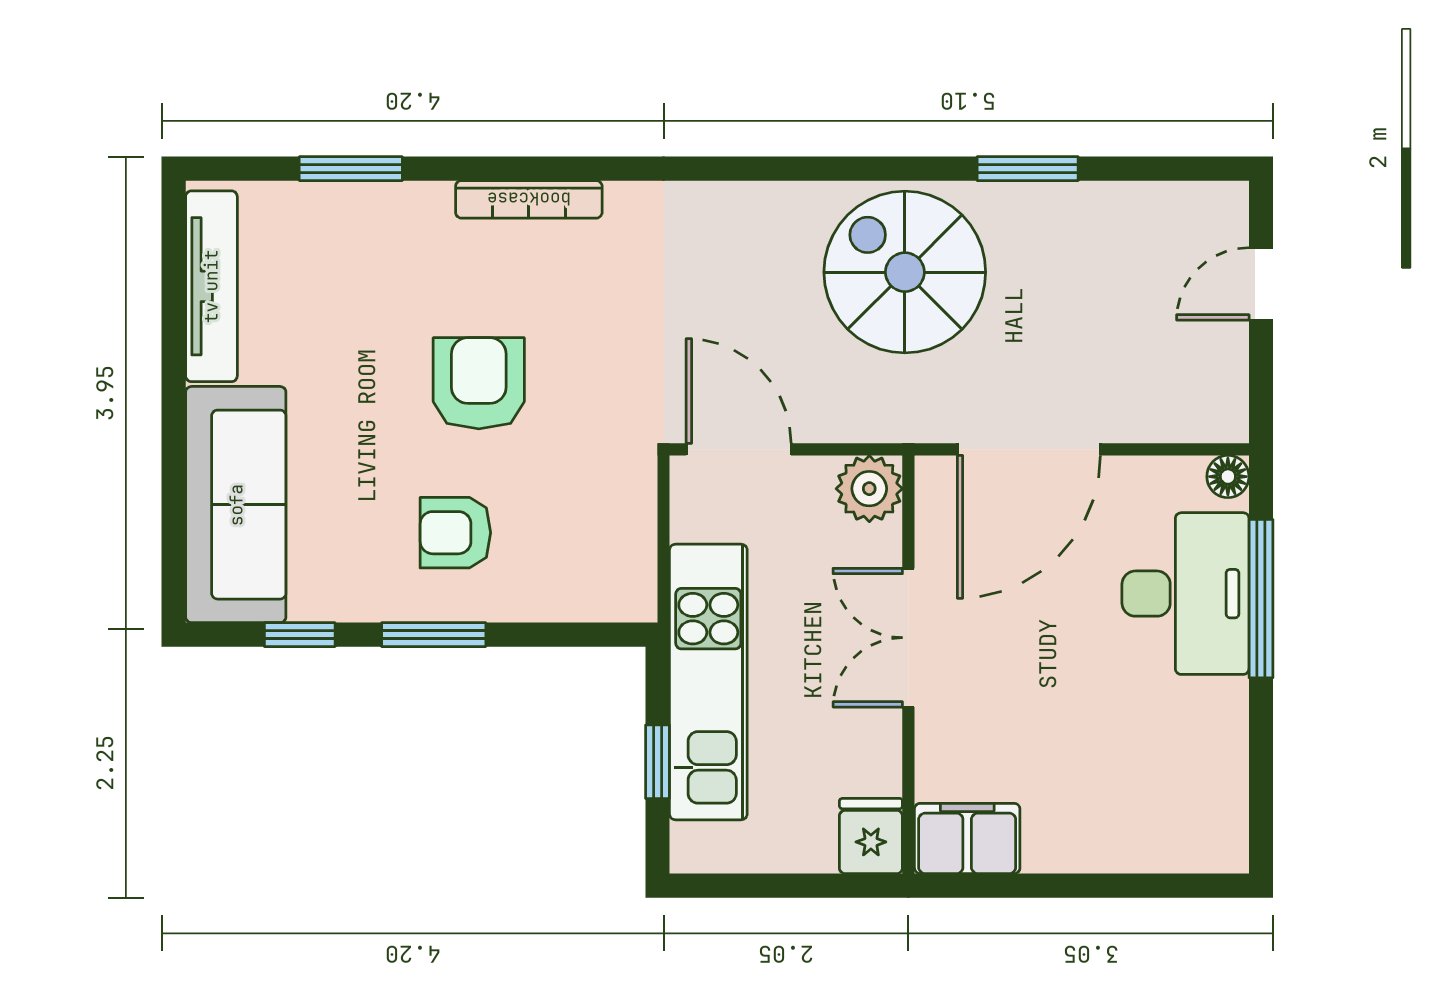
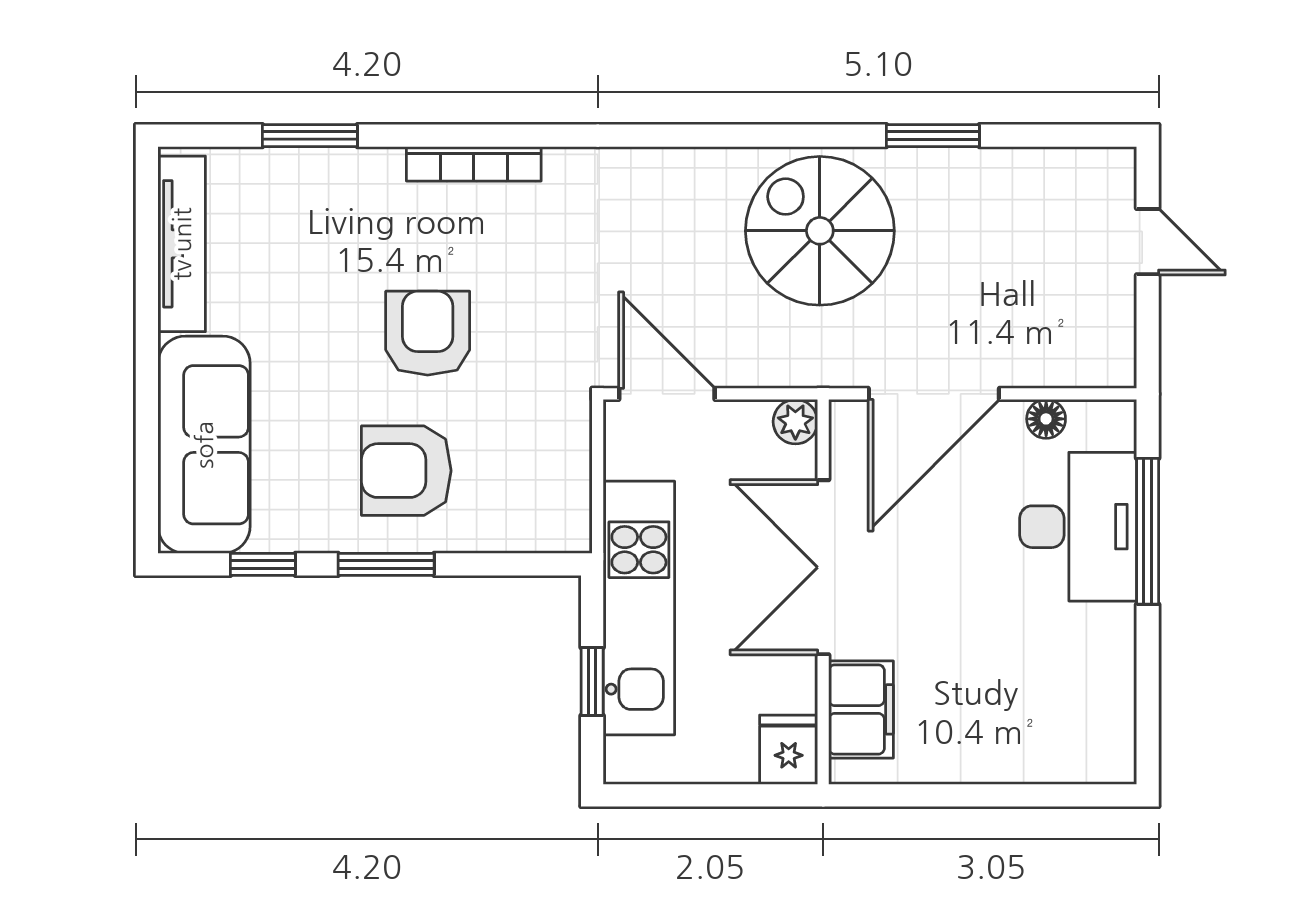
door: (1261, 284) -> (1148, 242), swing flipped
floor lamp: (1228, 477) -> (1046, 419), moved
plant: (869, 489) -> (795, 422), width x0.73, depth x0.73
armchair: (455, 533) -> (406, 471), width x1.38, depth x1.38
double door: (908, 638) -> (823, 567), width x1.37
filing cabinet: (967, 838) -> (861, 709), moved, turned 90

